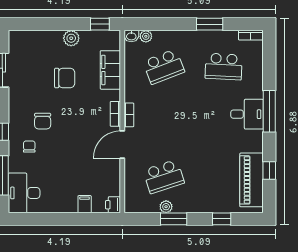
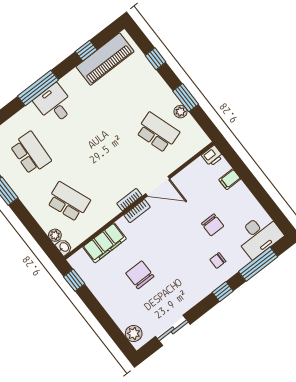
plant: (71, 38) -> (134, 333), moved
chair: (43, 121) -> (213, 225), moved, turned 90

